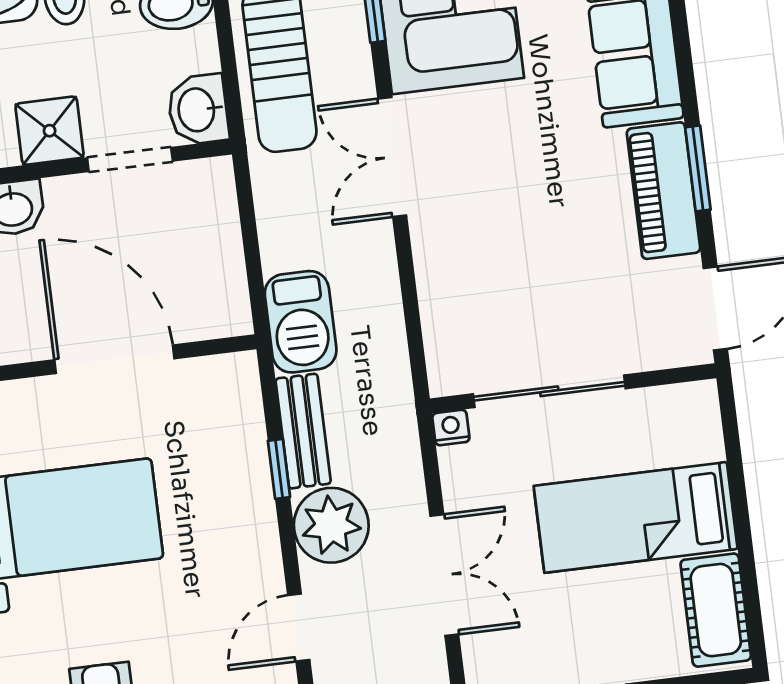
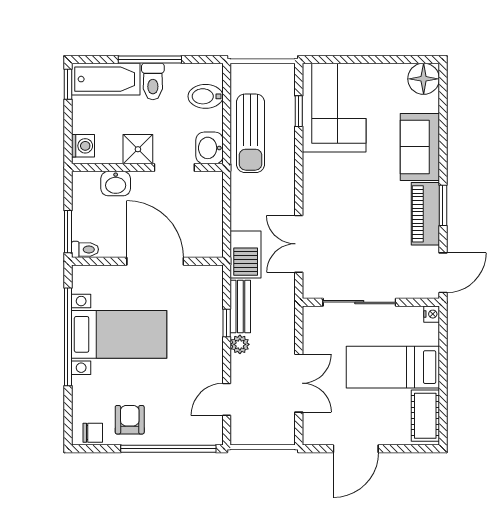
double door: (392, 157) -> (299, 244), moved
nightstand: (451, 428) -> (432, 314), moved, turned 90
plant: (331, 525) -> (240, 344), width x0.53, depth x0.53

